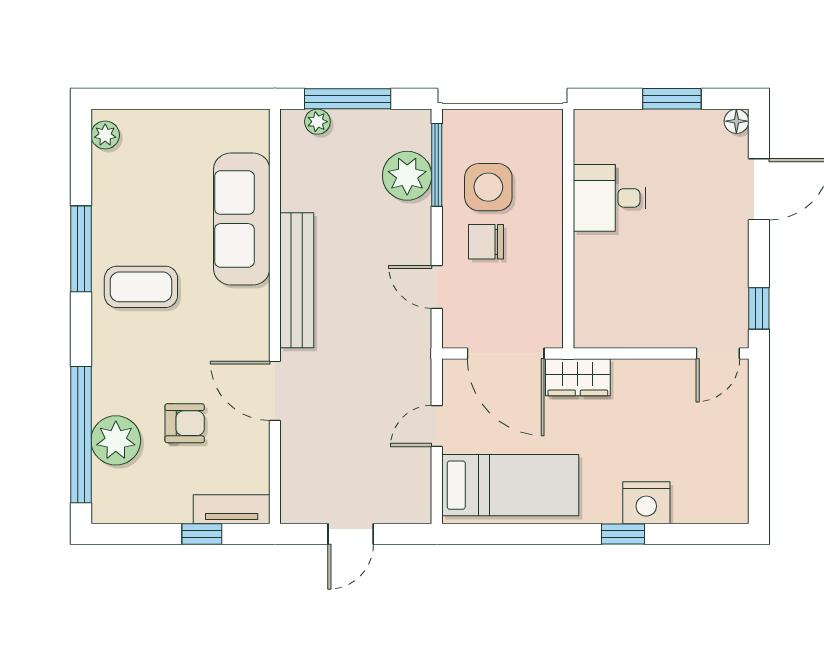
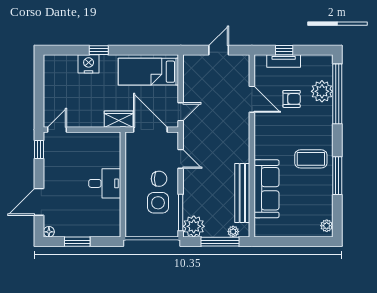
plant: (407, 176) -> (194, 226), moved
desk: (609, 198) -> (105, 183), moved
bench: (297, 280) -> (242, 193), moved
door: (275, 391) -> (252, 99), moved
armchair: (185, 423) -> (292, 99), turned 180
door: (437, 426) -> (181, 112), moved
tv unit: (232, 509) -> (284, 61), moved

